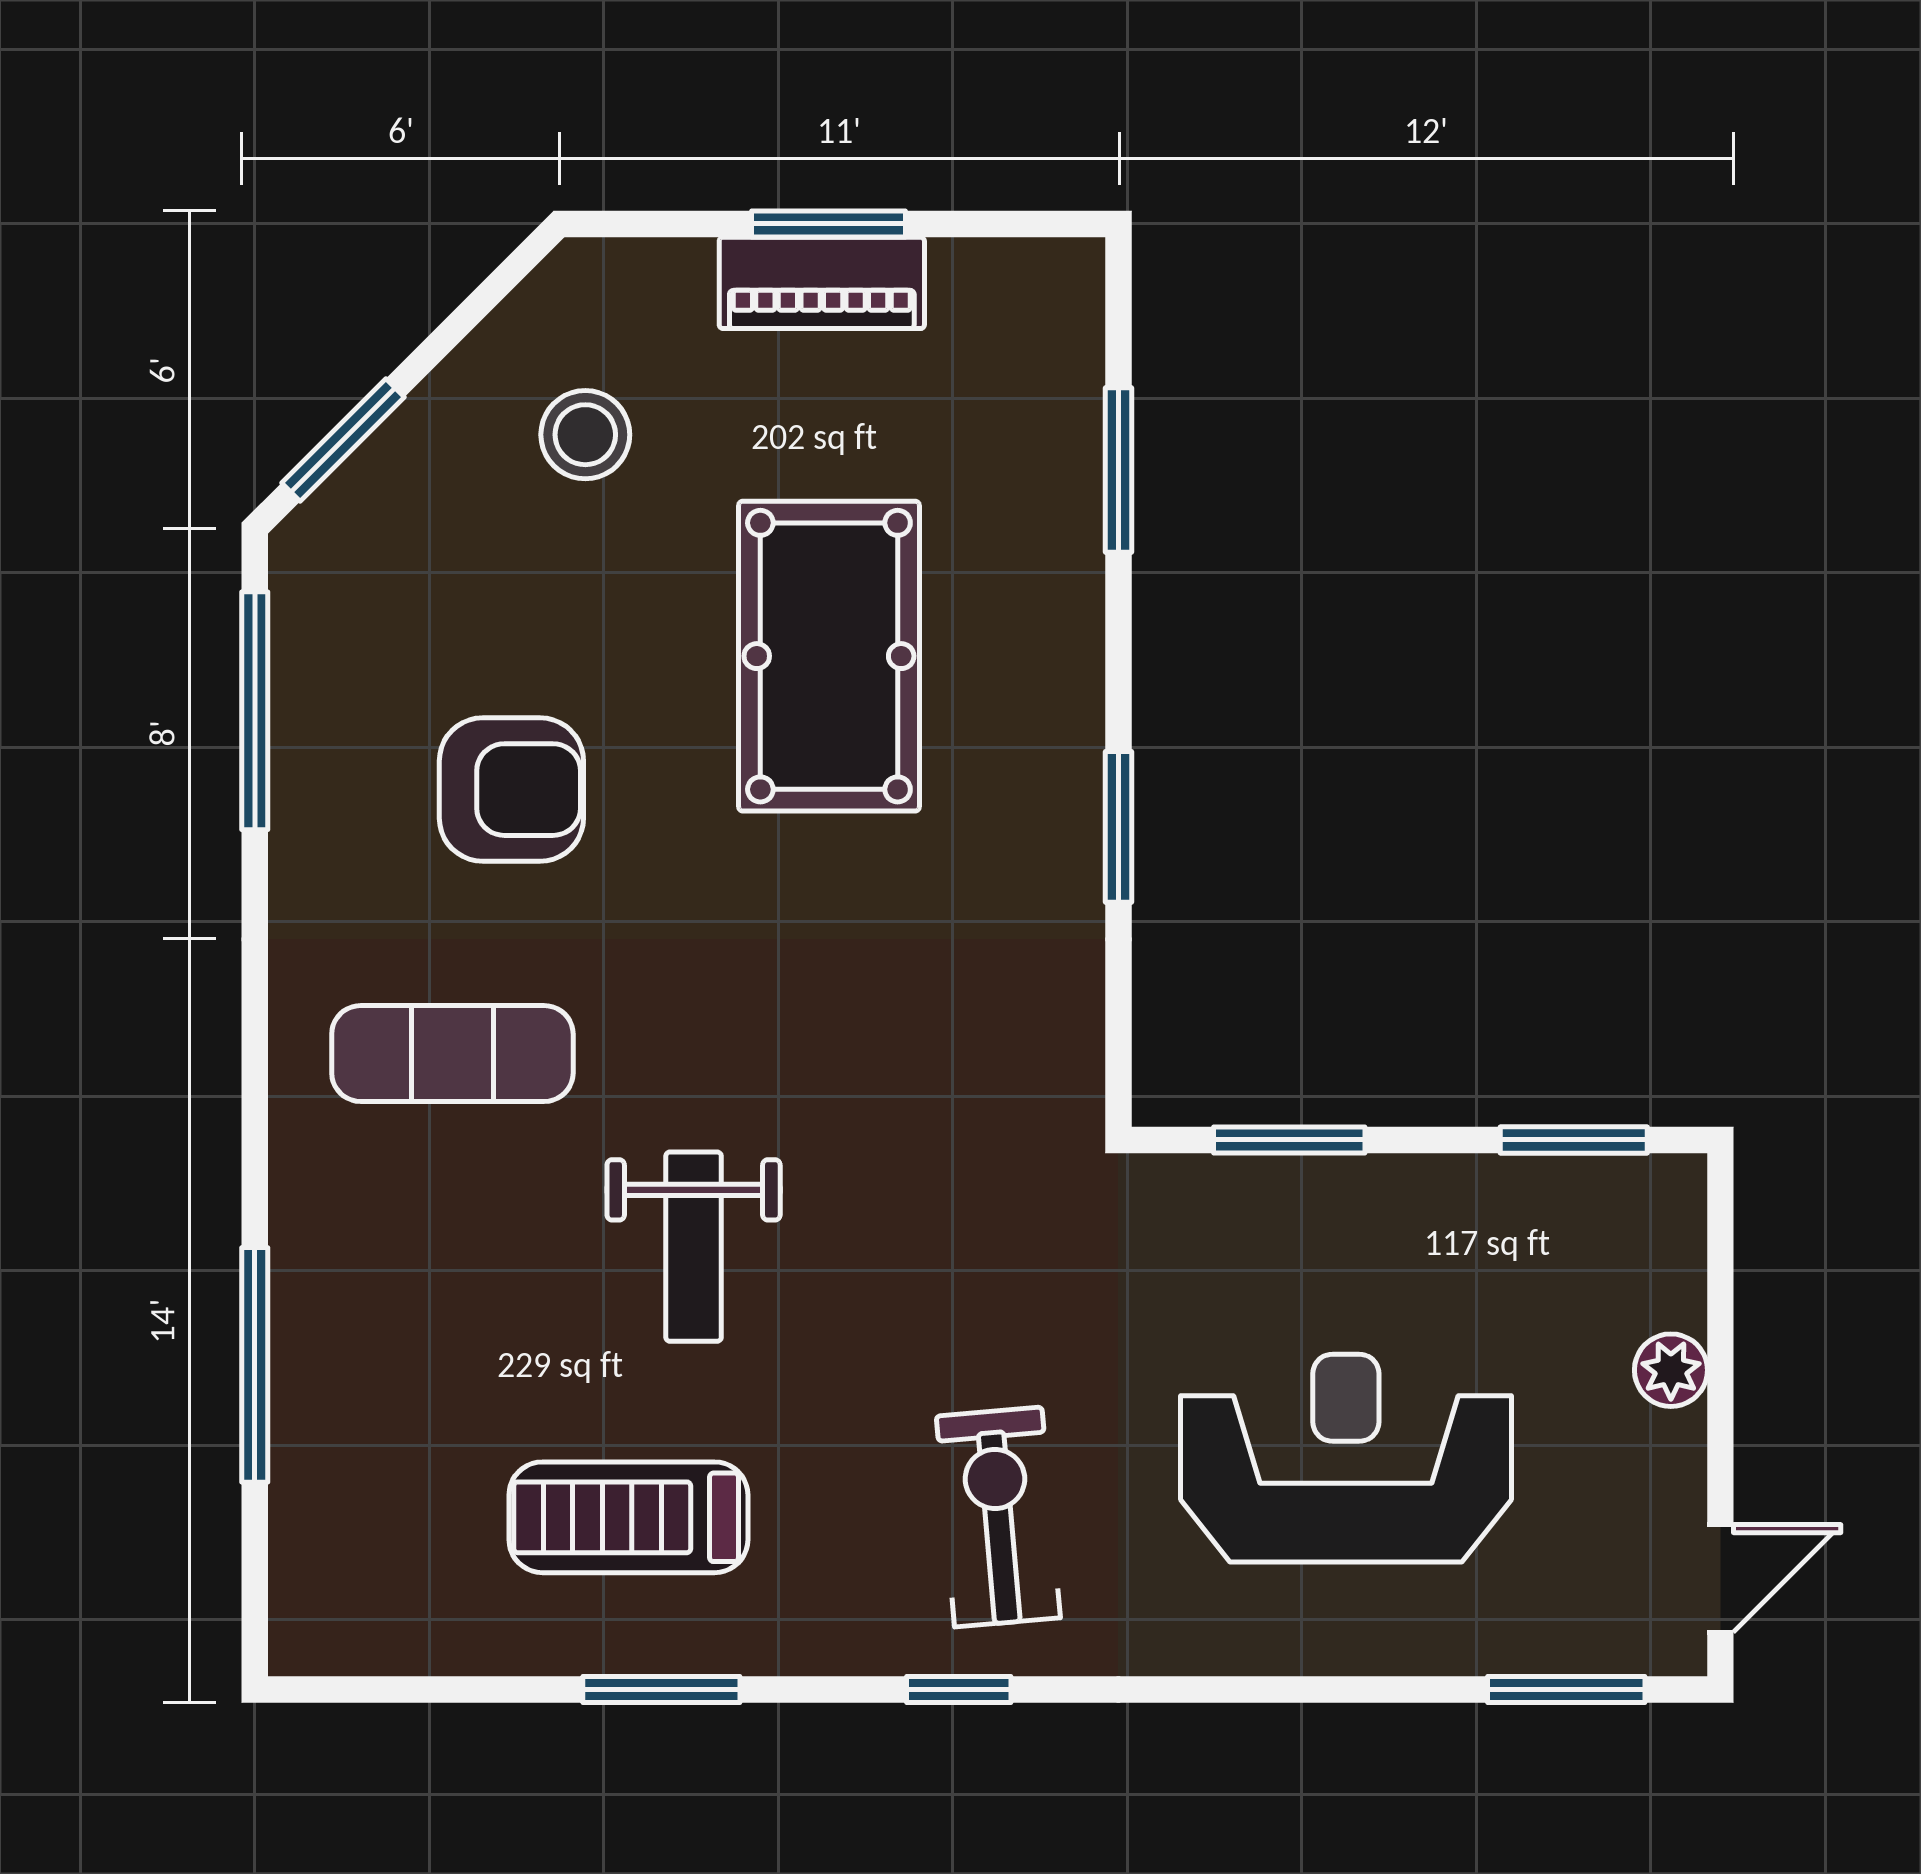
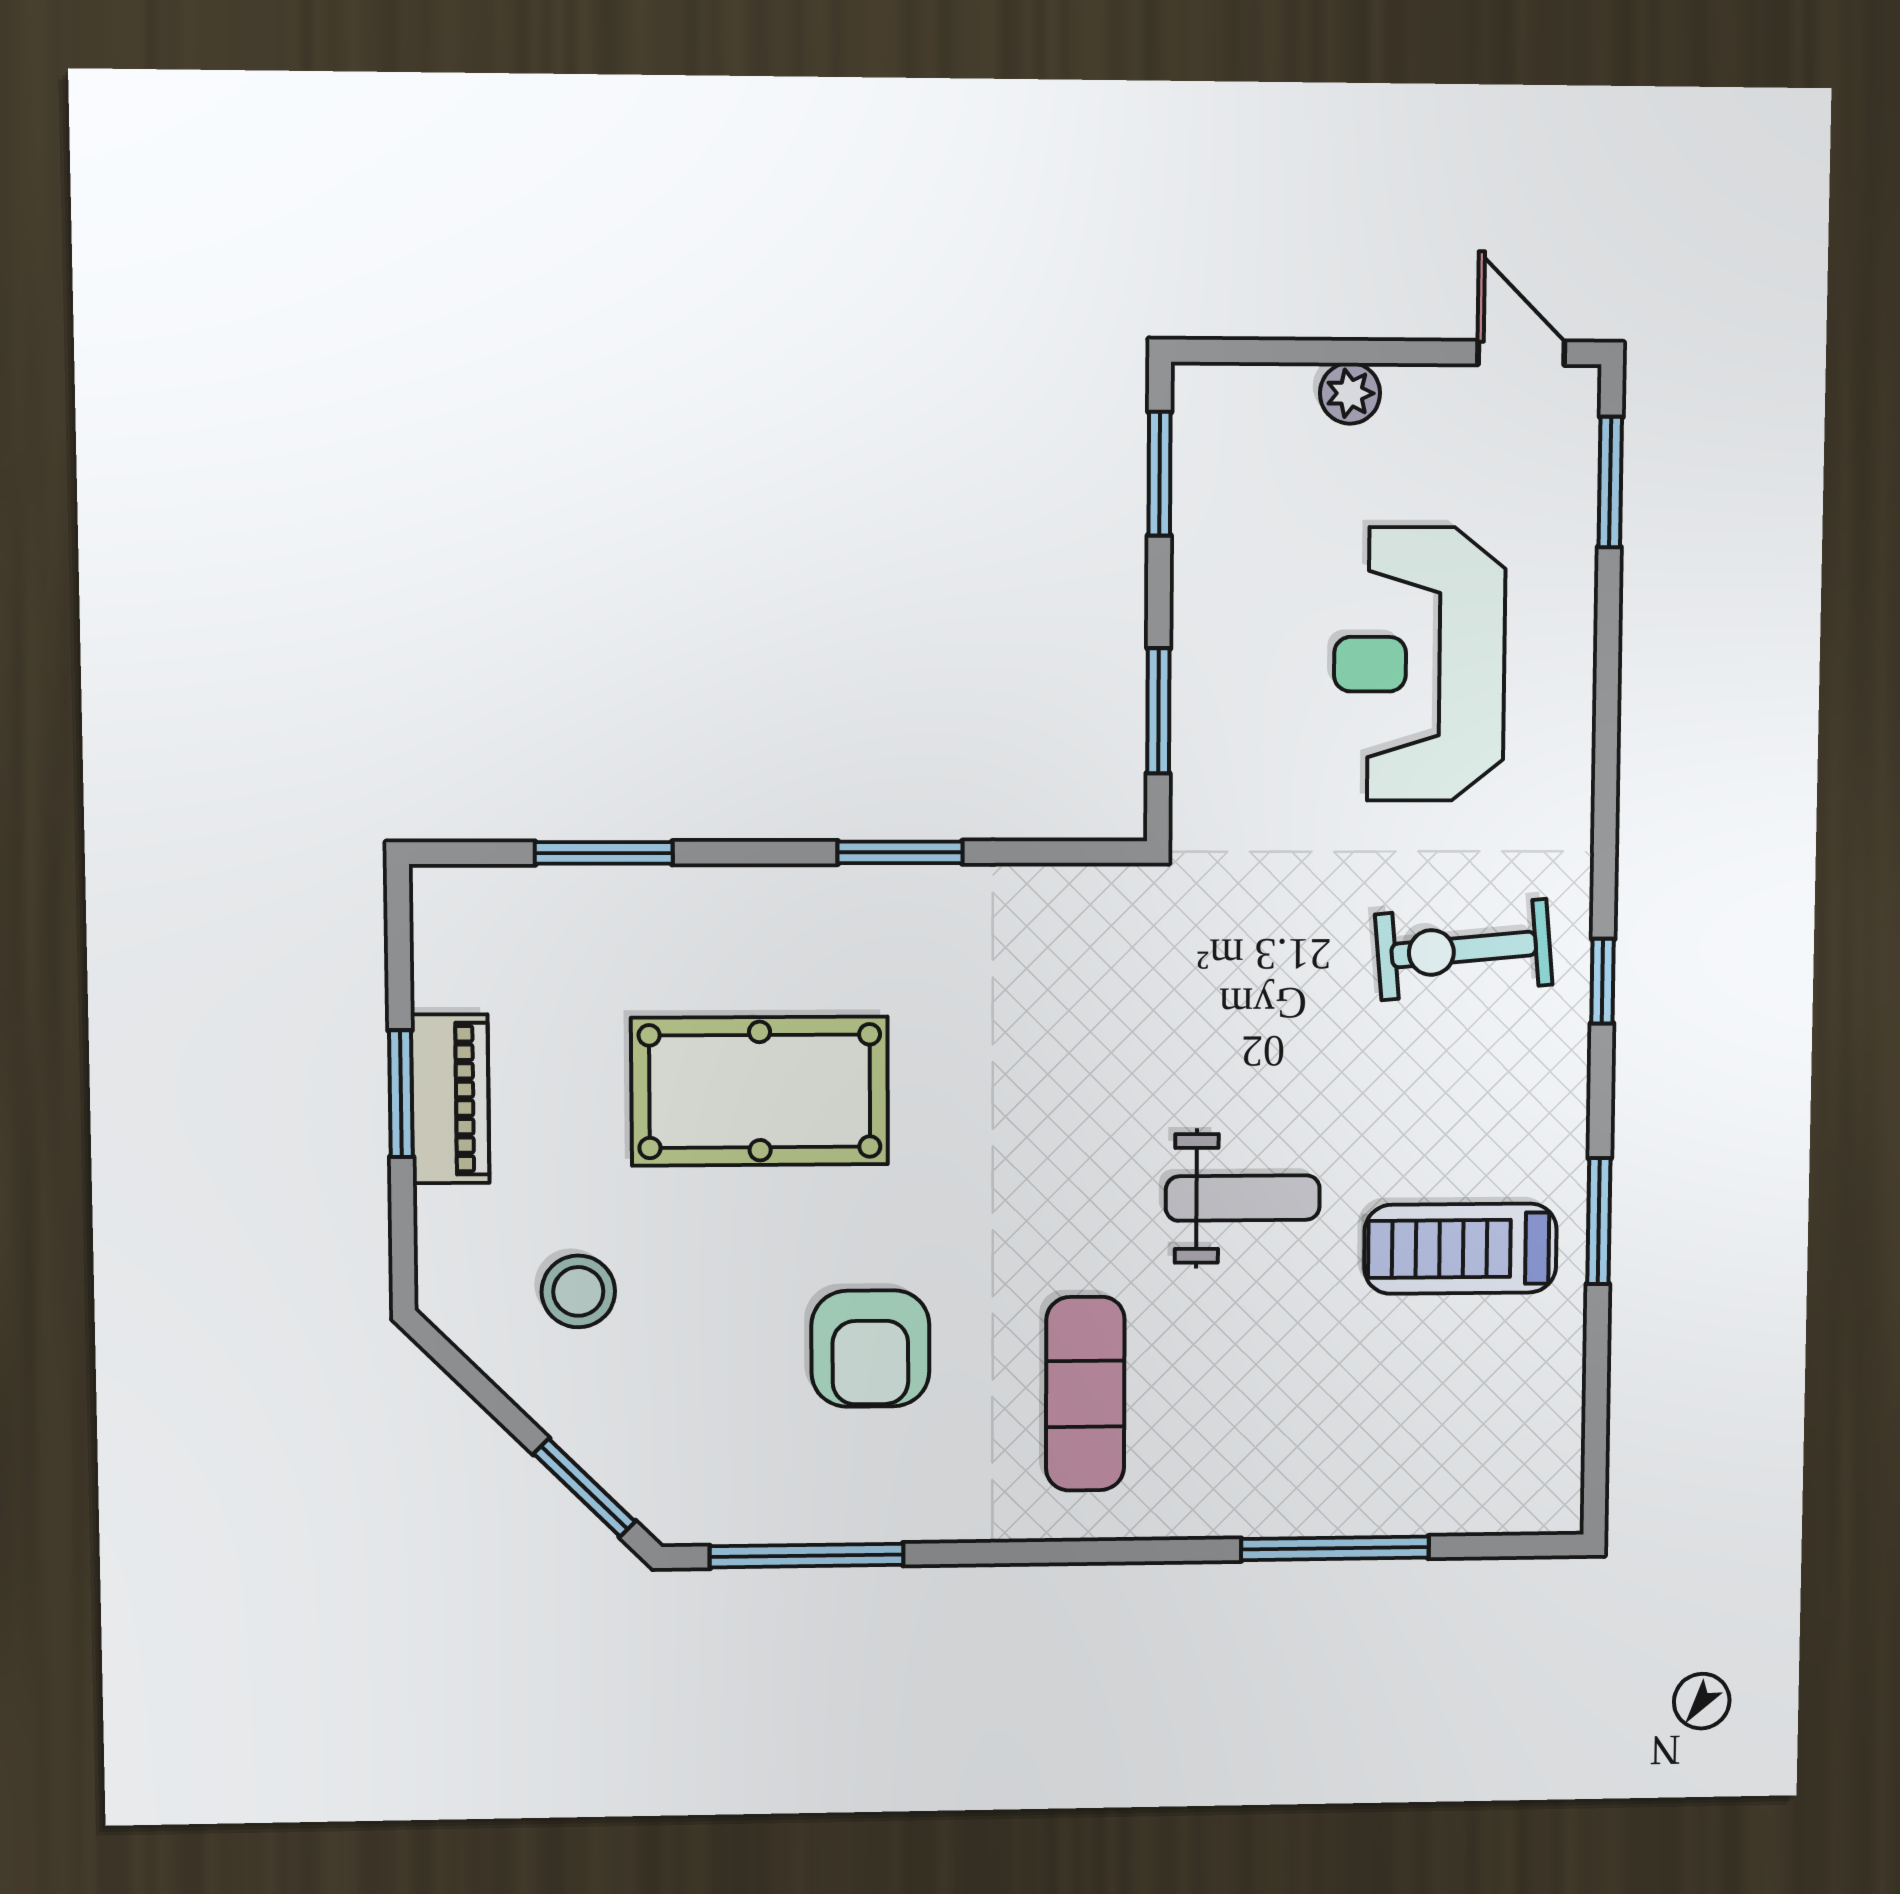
armchair: (511, 790) -> (870, 1349), turned 180
treadmill: (628, 1517) -> (1460, 1249), turned 90

